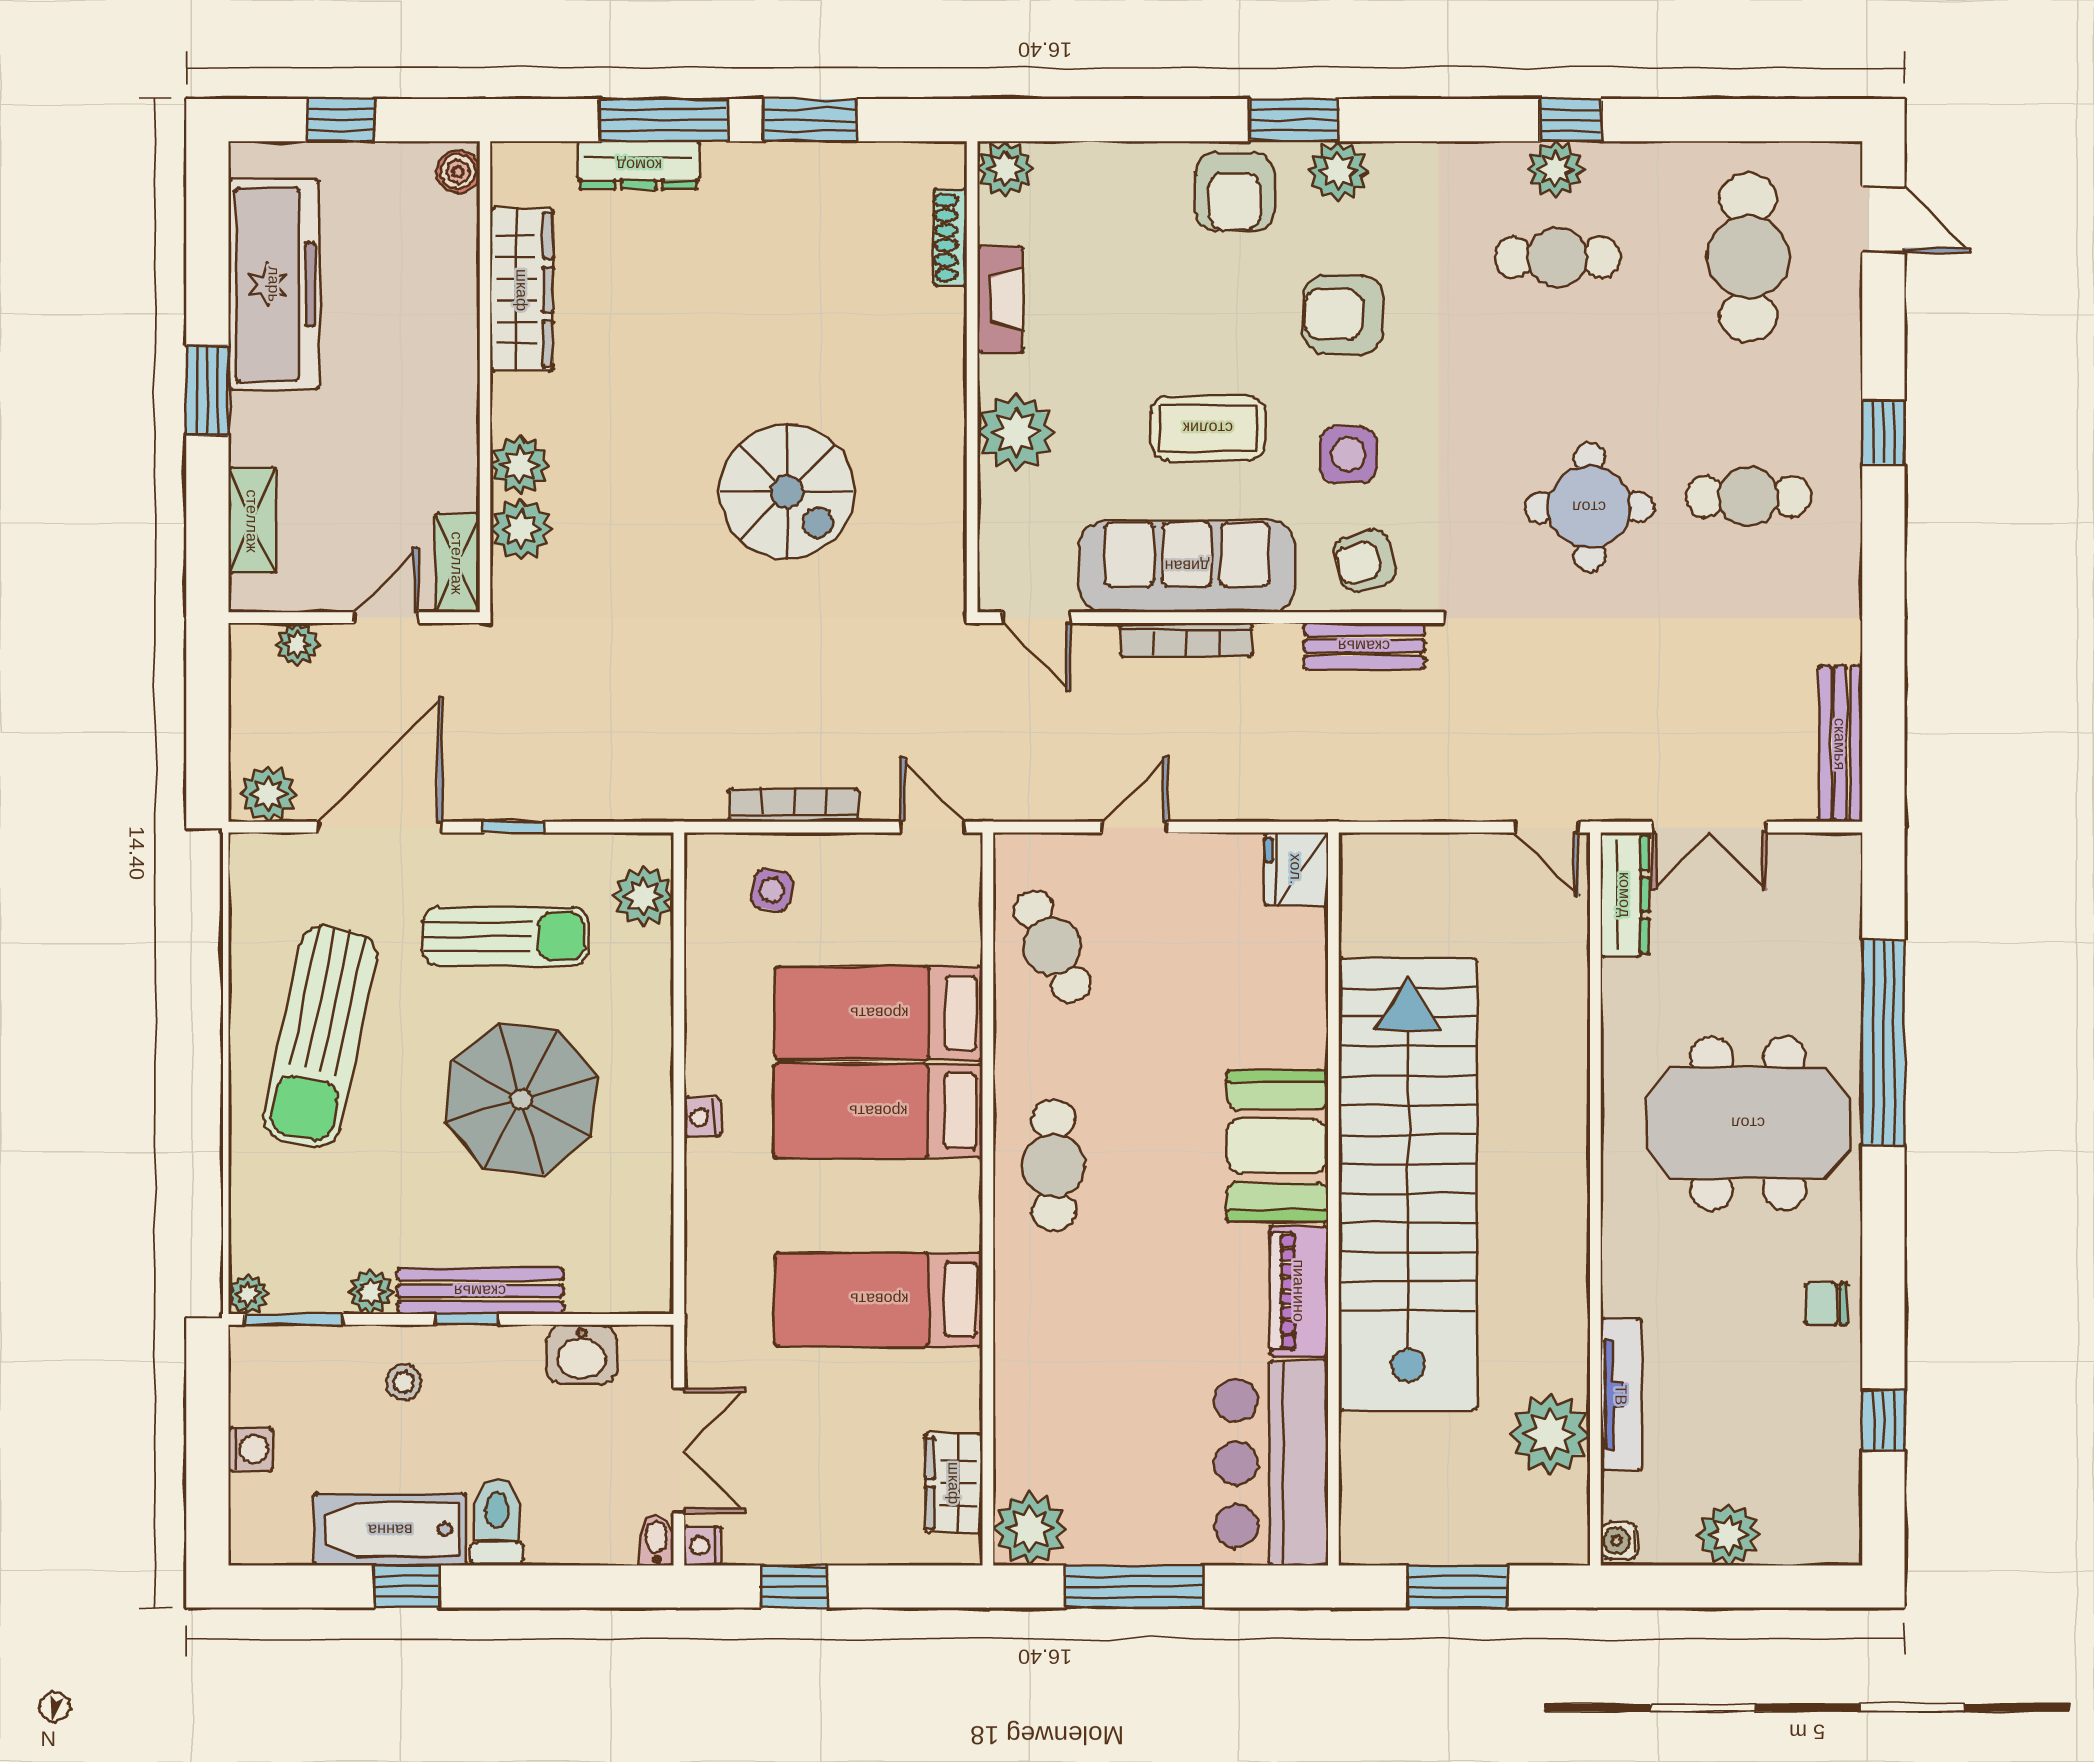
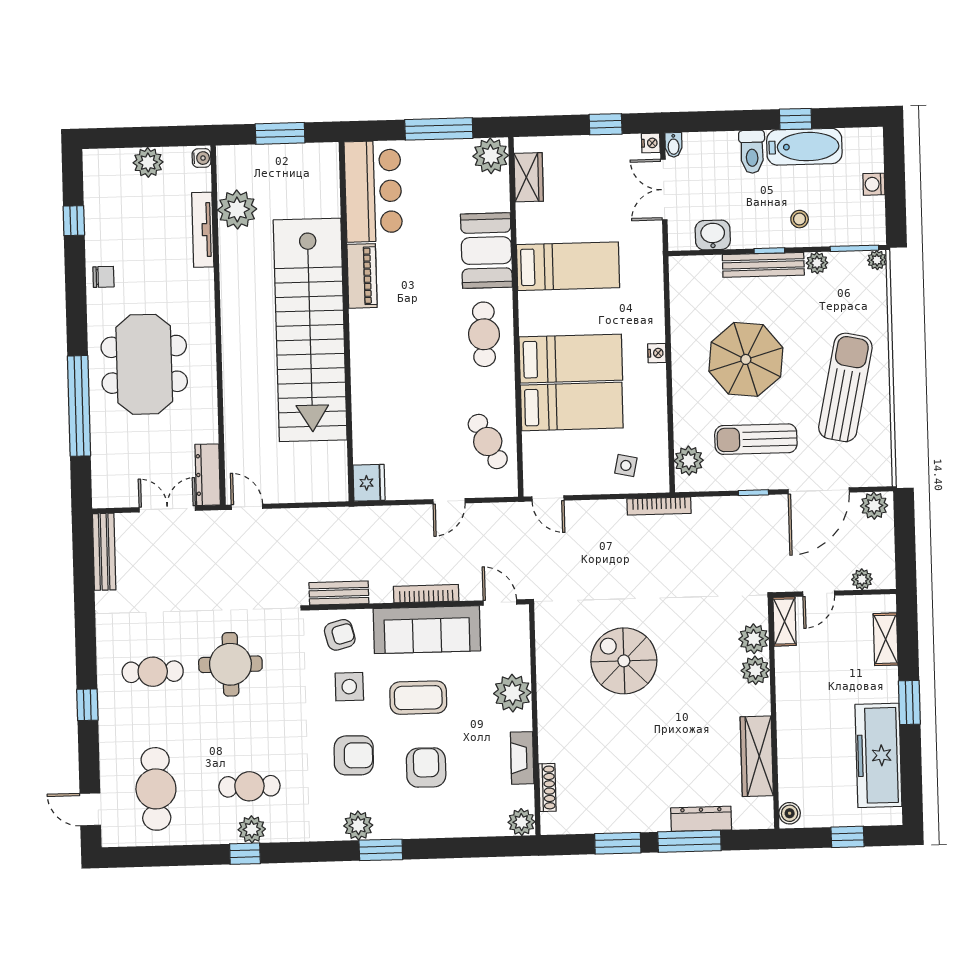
armchair: (1235, 192) -> (426, 768), moved
bookcase: (794, 805) -> (659, 506), moved
meeting table: (1748, 1123) -> (144, 364), turned 90
booth: (1277, 1146) -> (486, 251), moved

